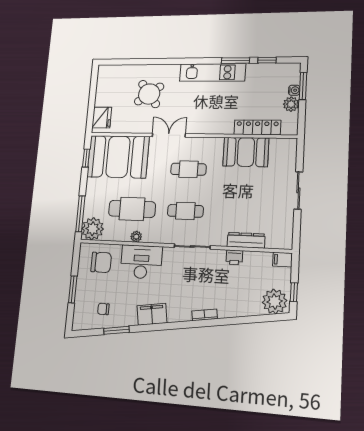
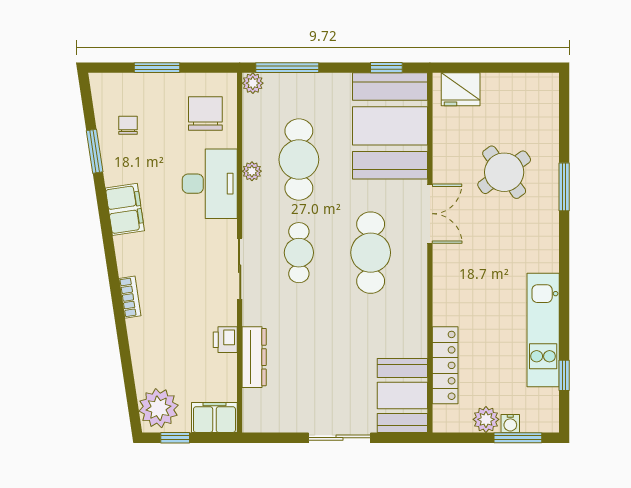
window: (235, 61) -> (564, 187), moved
kitchen unit: (212, 72) -> (543, 330), moved
booth: (246, 152) -> (402, 395), moved
cafe table: (188, 169) -> (371, 253), width x1.37, depth x1.35
plant: (93, 229) -> (253, 83), width x0.53, depth x0.53
filing cabinet: (283, 260) -> (214, 417), width x2.00
chair: (101, 262) -> (205, 113), turned 180

